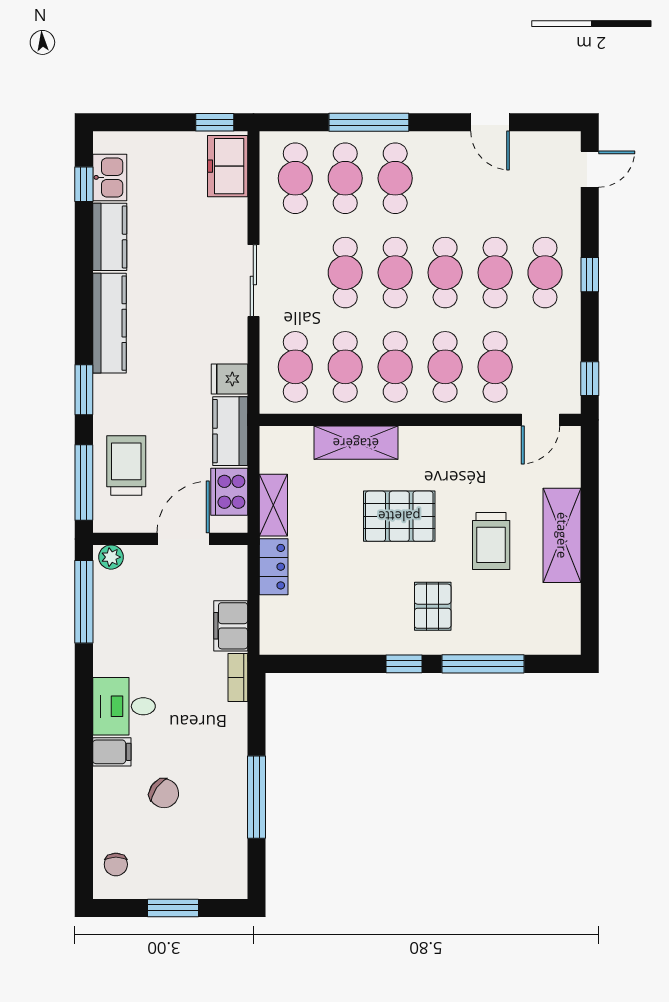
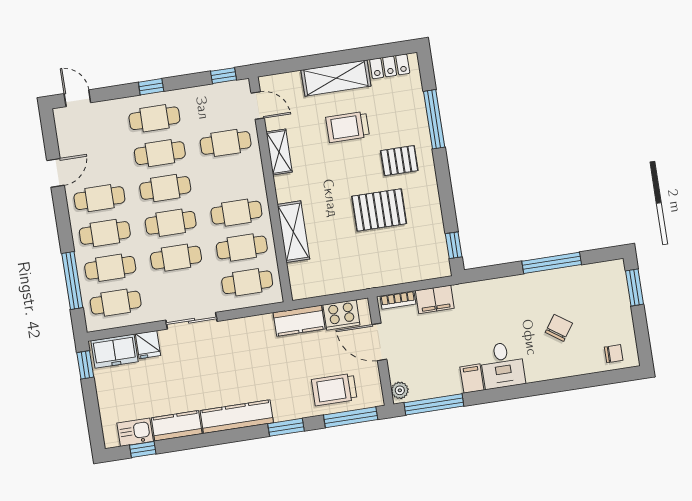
window: (369, 122) -> (72, 281), moved
cafe table: (445, 367) -> (99, 198), moved
fridge: (229, 379) -> (148, 345), moved
shelving: (273, 505) -> (279, 152), moved, turned 90
pallet: (399, 516) -> (379, 210), moved, turned 90
trolley: (491, 541) -> (348, 127), turned 180
locker: (274, 567) -> (390, 66), moved, turned 180
window: (404, 664) -> (454, 245), moved
bookcase: (238, 678) -> (398, 300), moved
filing cabinet: (112, 752) -> (472, 379), moved
window: (173, 908) -> (634, 288), moved

